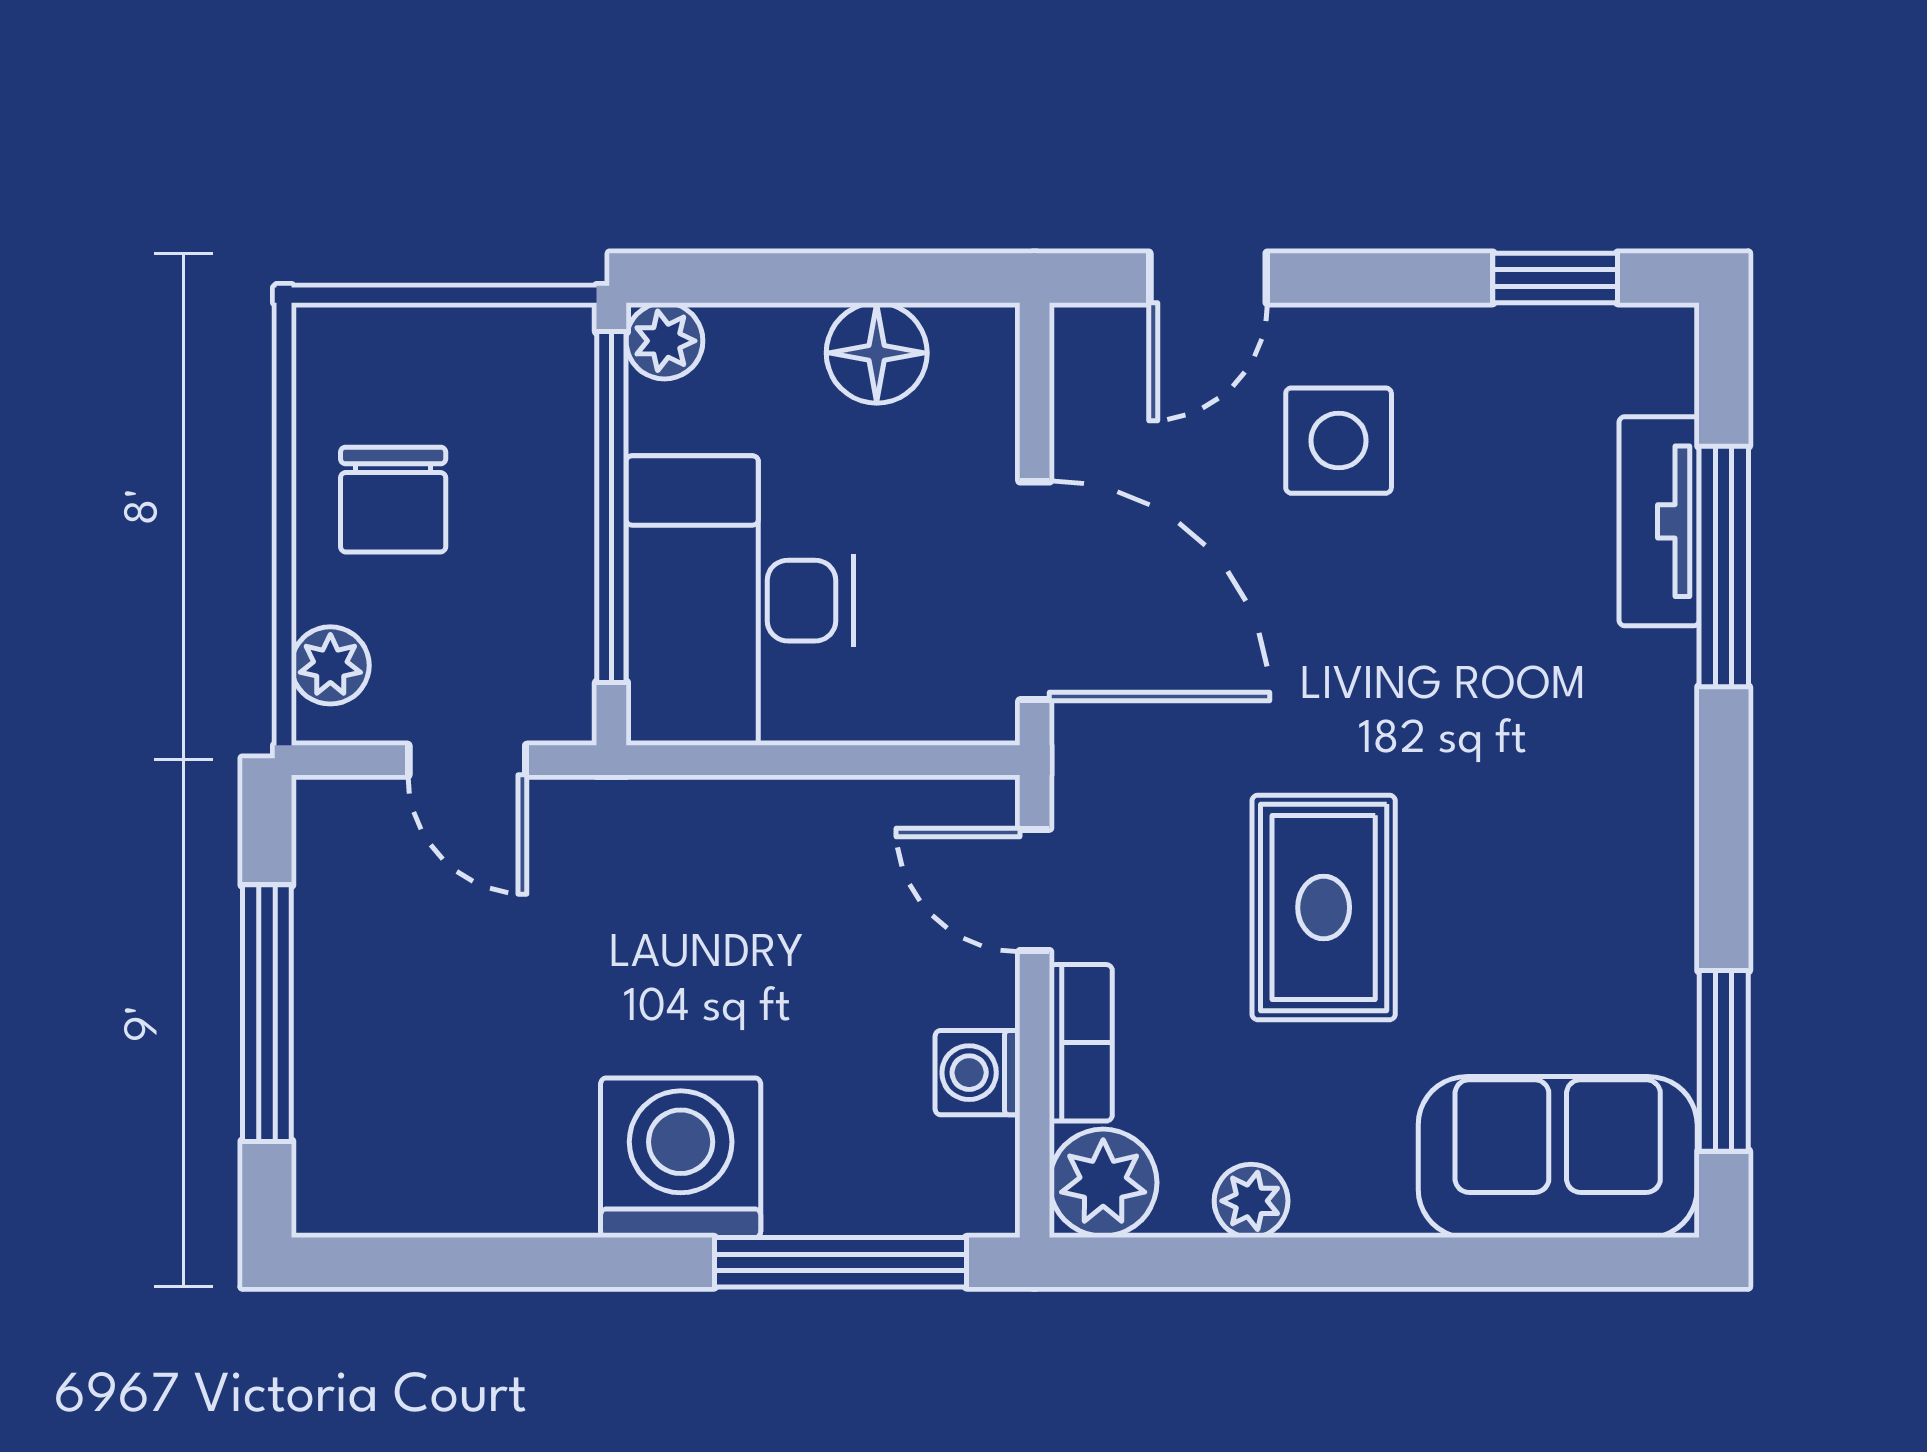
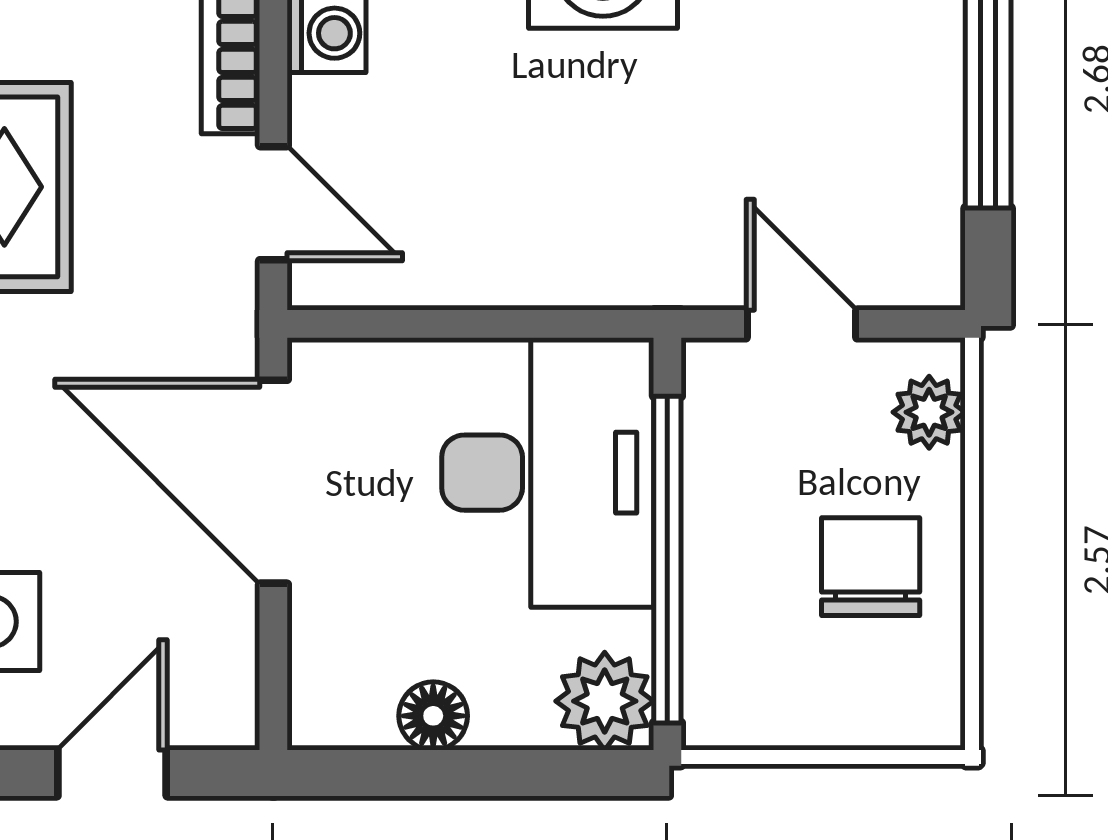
plant: (664, 341) -> (605, 701), width x1.38, depth x1.38
floor lamp: (877, 353) -> (433, 716), width x0.73, depth x0.73

